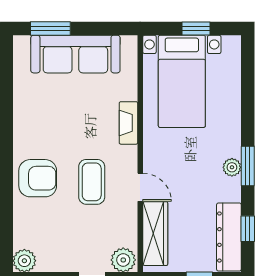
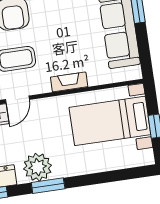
plant: (232, 167) -> (38, 167), width x1.87, depth x1.87

